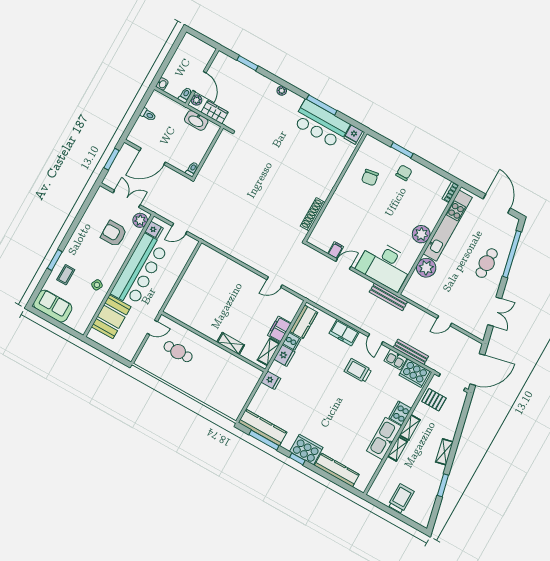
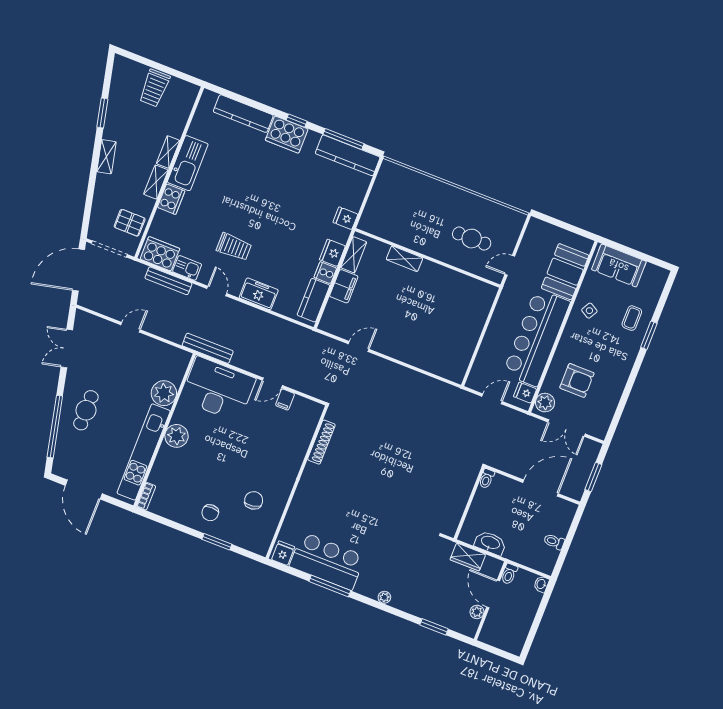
plant: (196, 100) -> (477, 612), moved
sofa: (53, 306) -> (619, 265), moved

